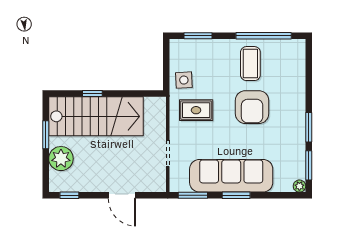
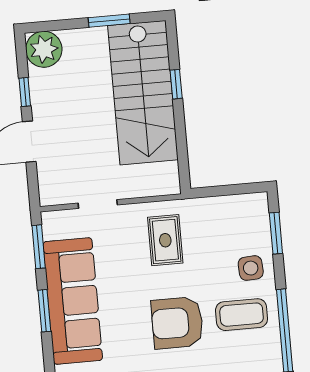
side table: (184, 80) -> (251, 268), moved
plant: (61, 159) -> (44, 49), moved
window: (69, 195) -> (25, 92), moved

